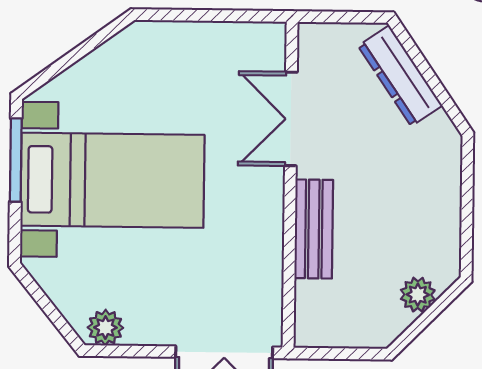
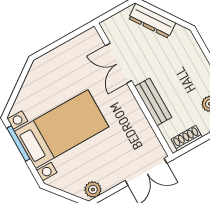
shoe rack: (337, 333) -> (187, 138), added

